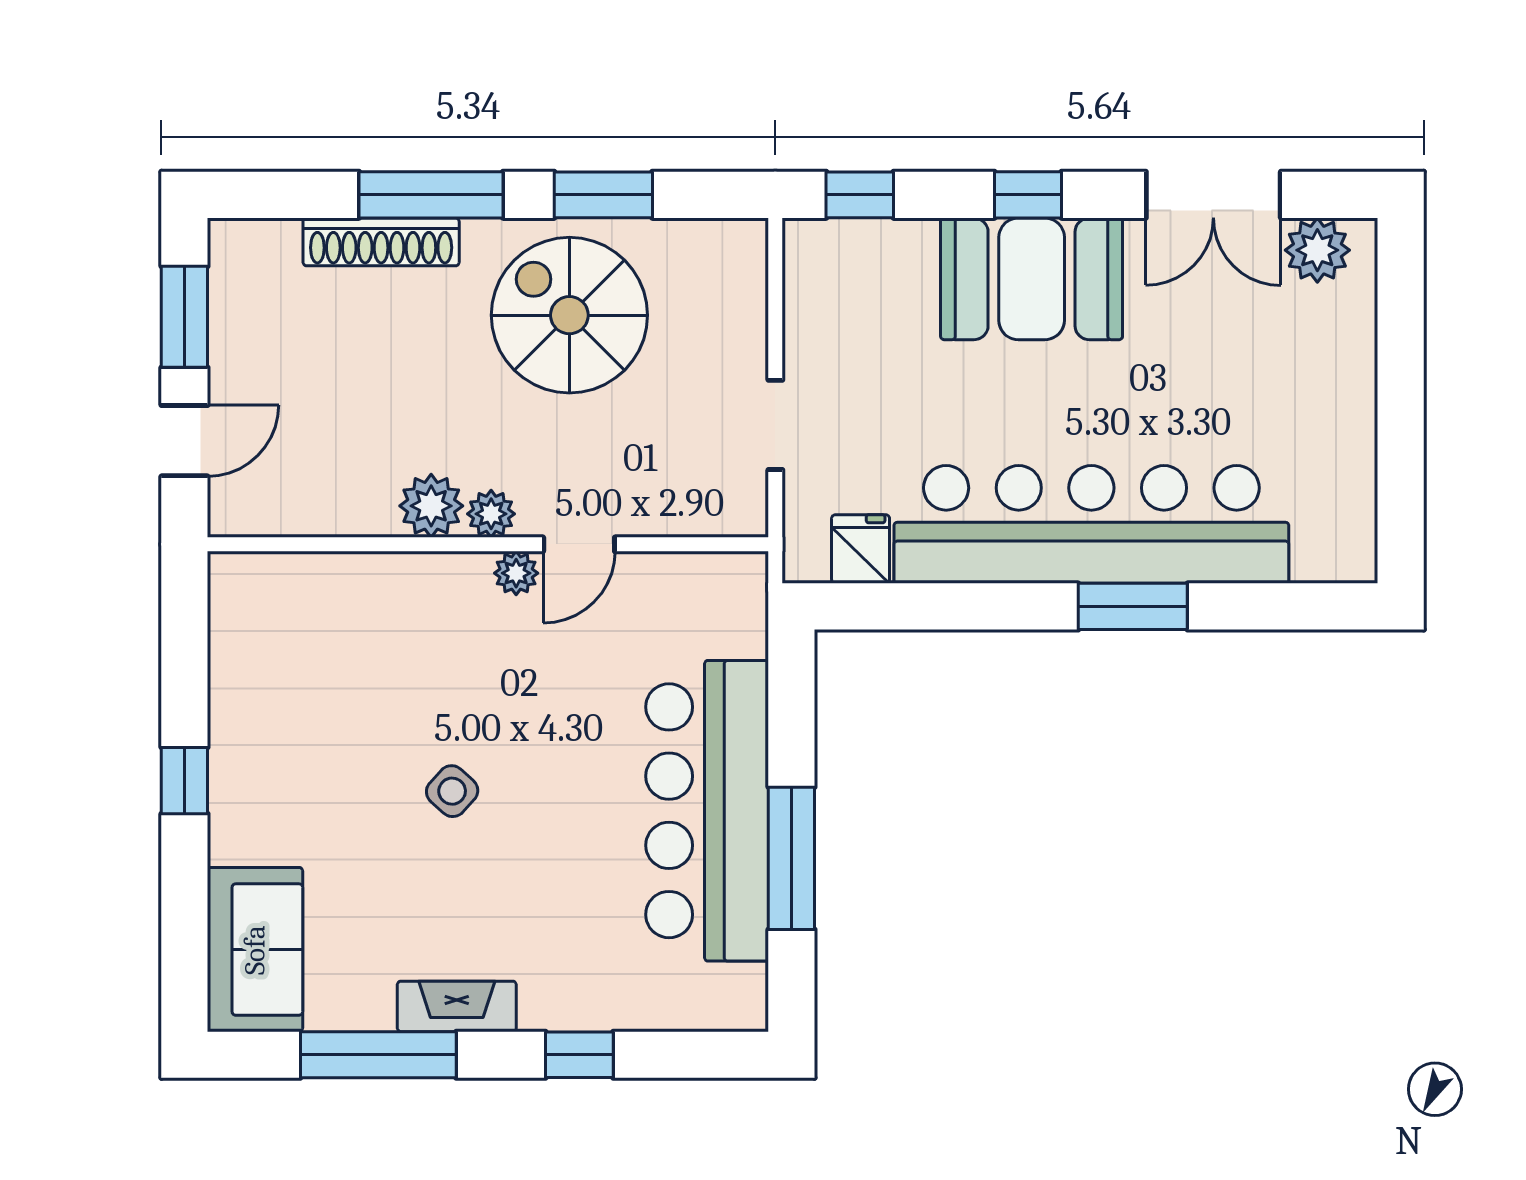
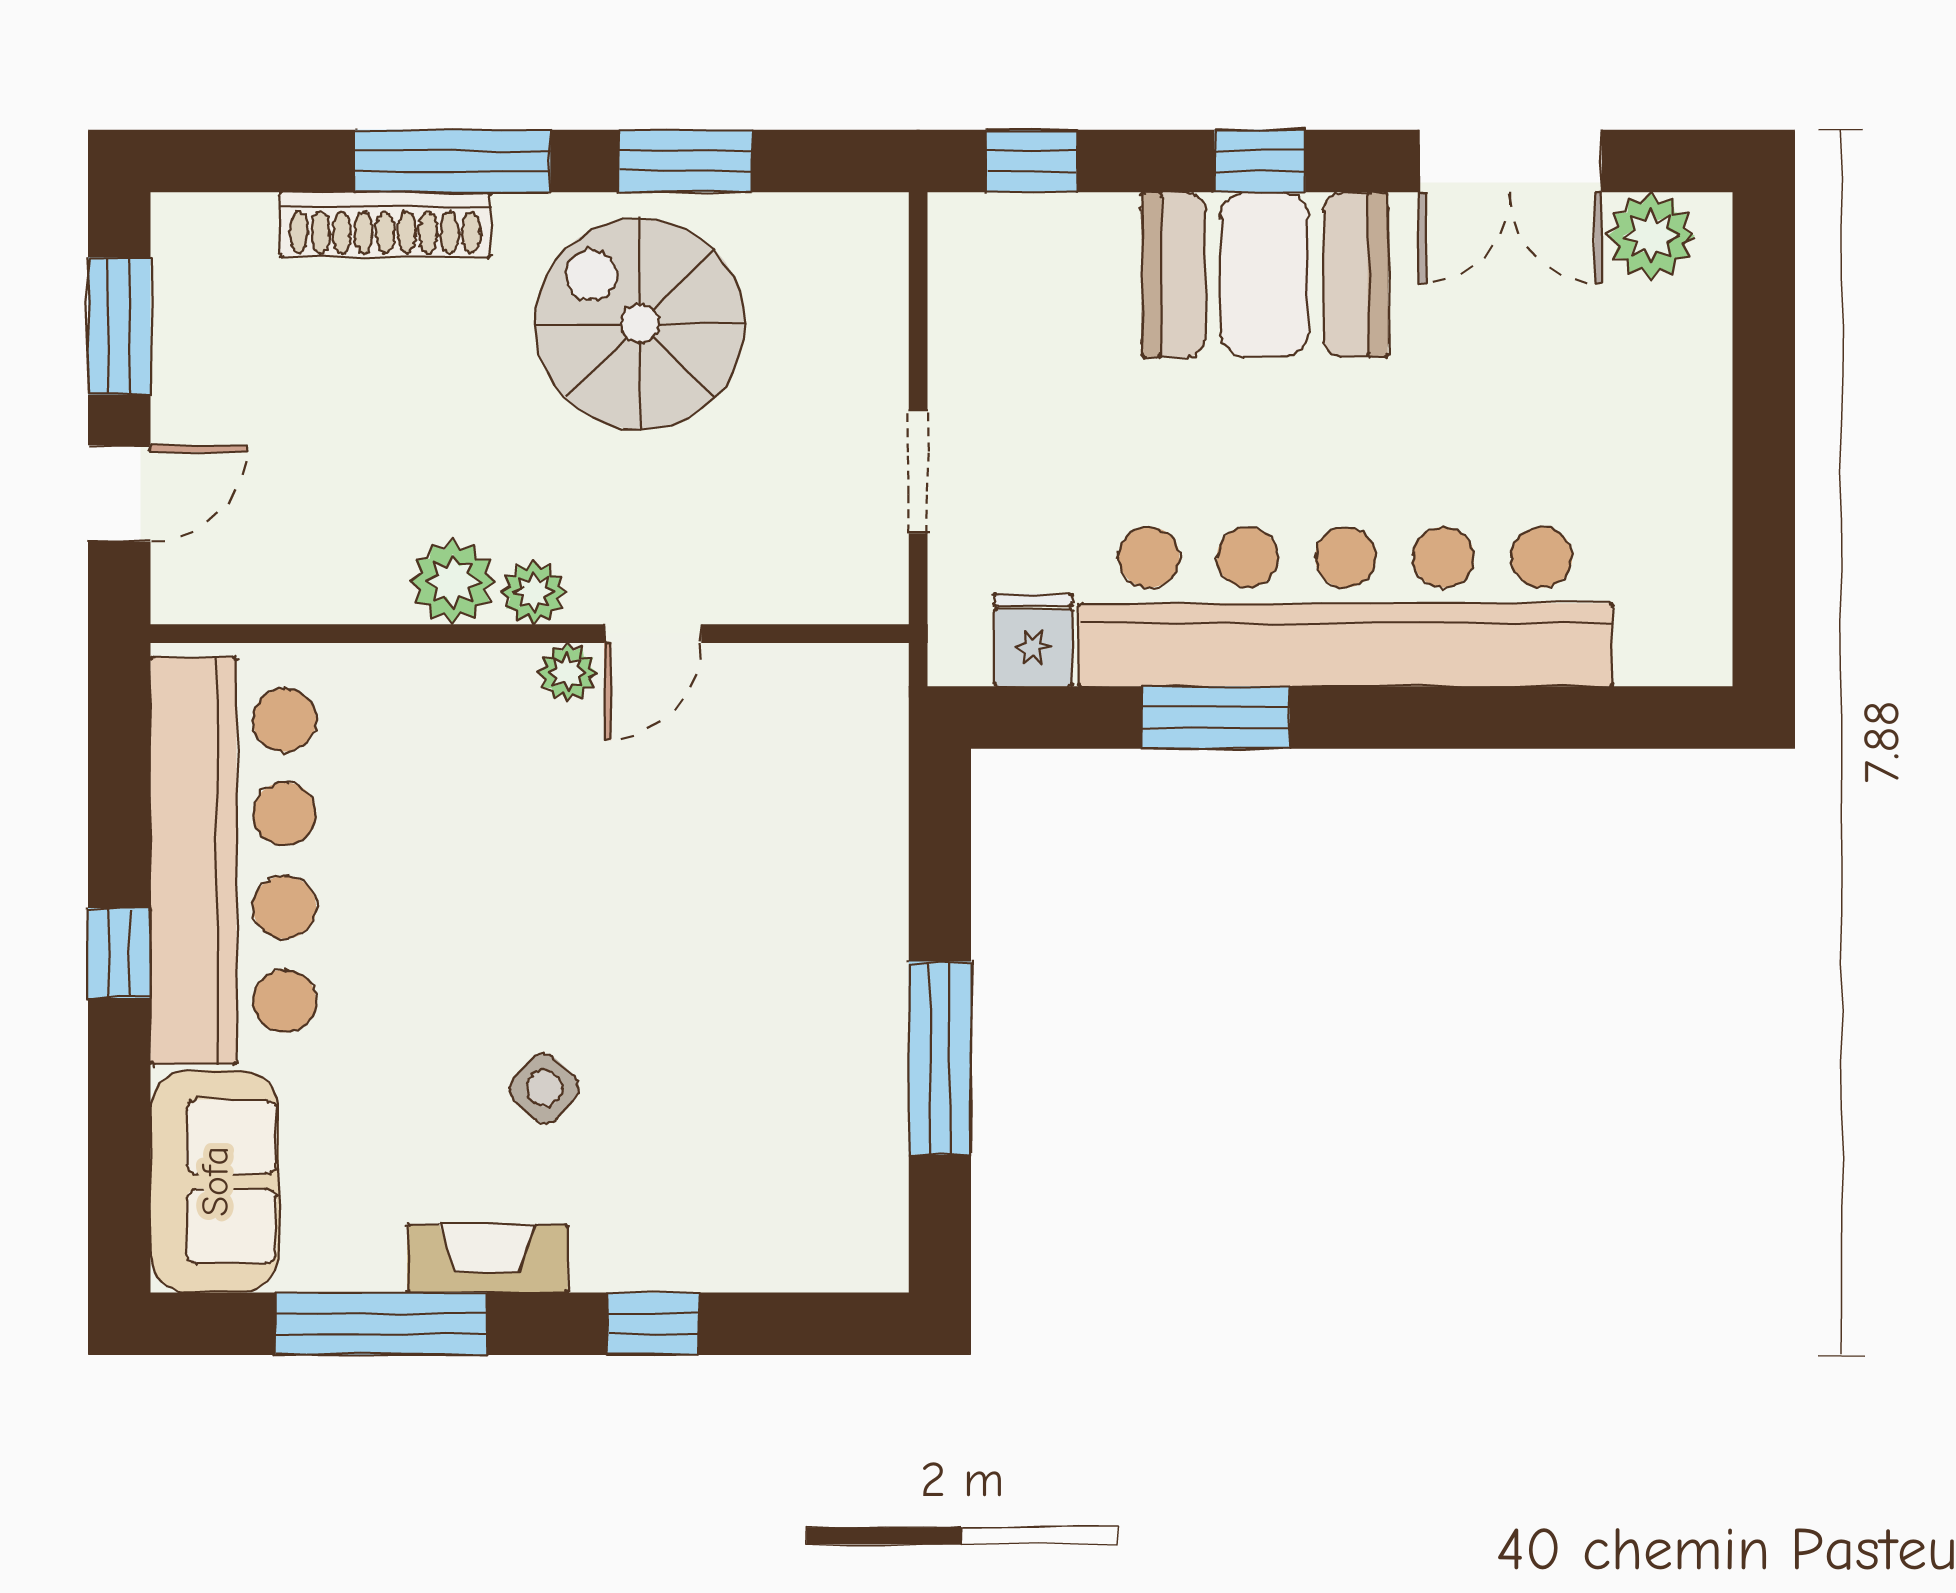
window: (1133, 606) -> (1216, 718), moved
side table: (452, 791) -> (544, 1089), moved
bar counter: (707, 811) -> (233, 861), moved, turned 180

